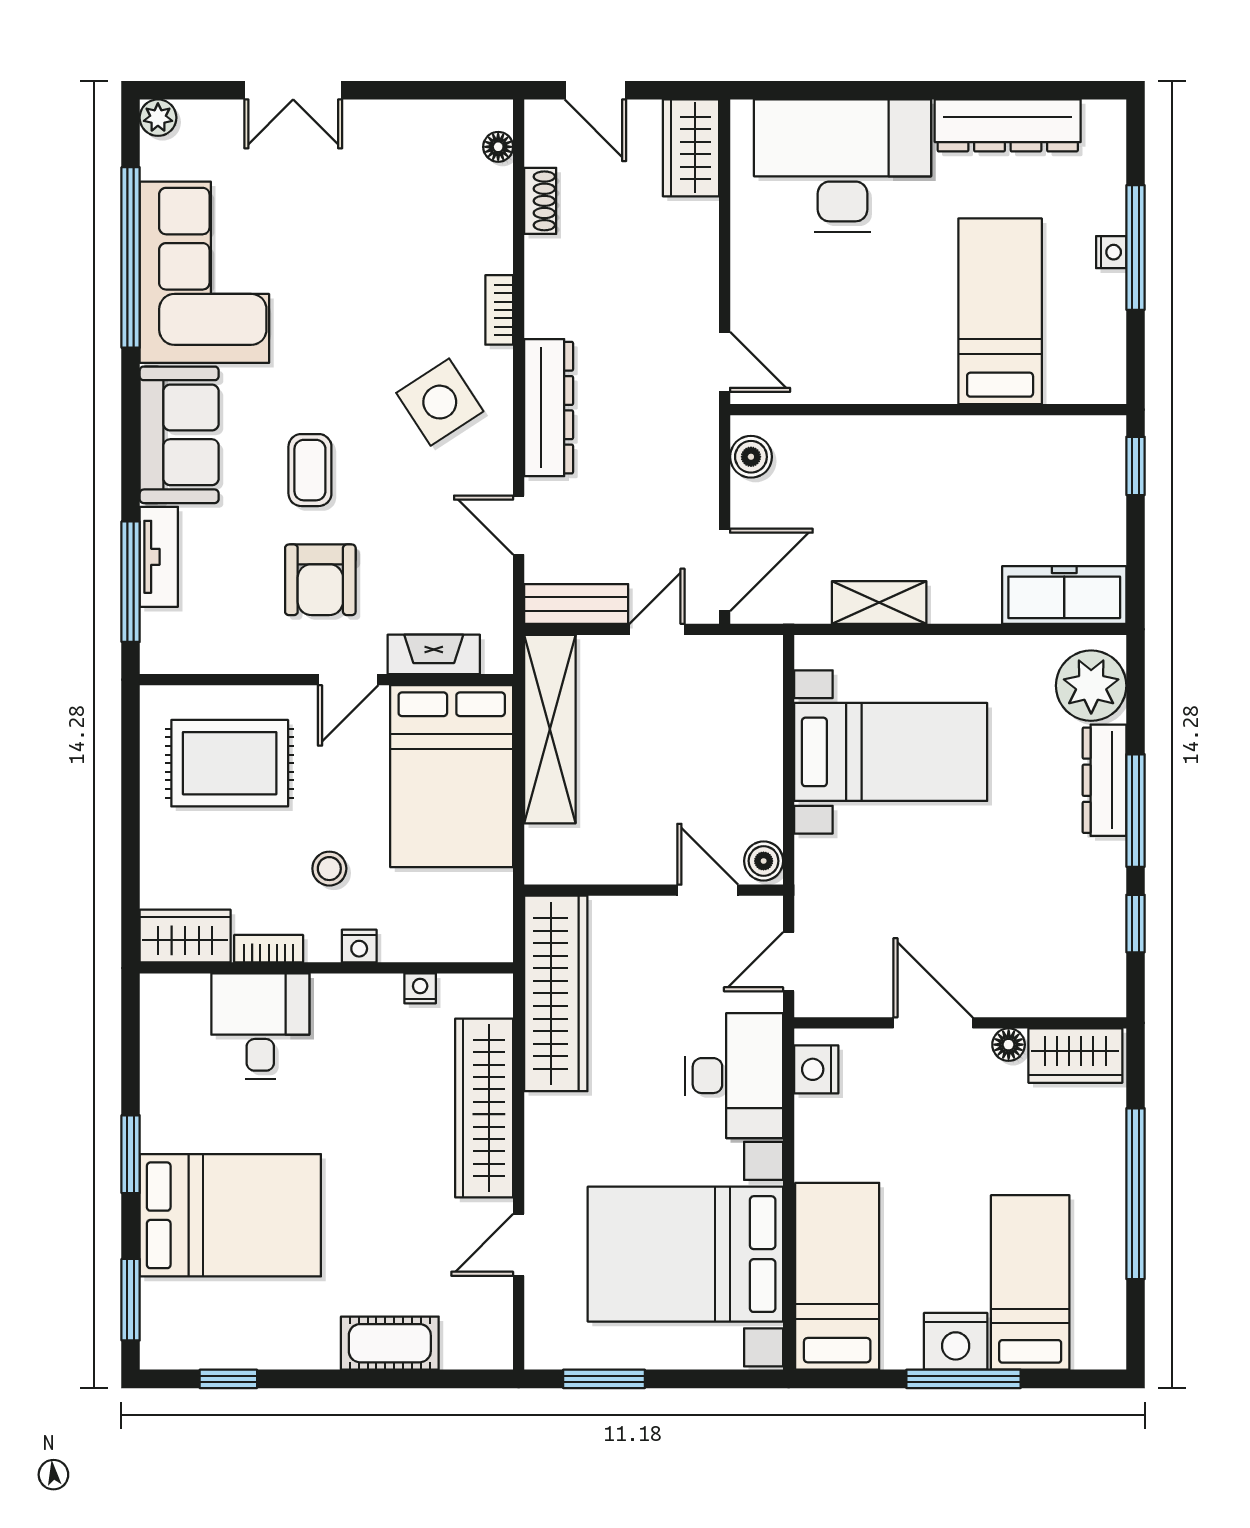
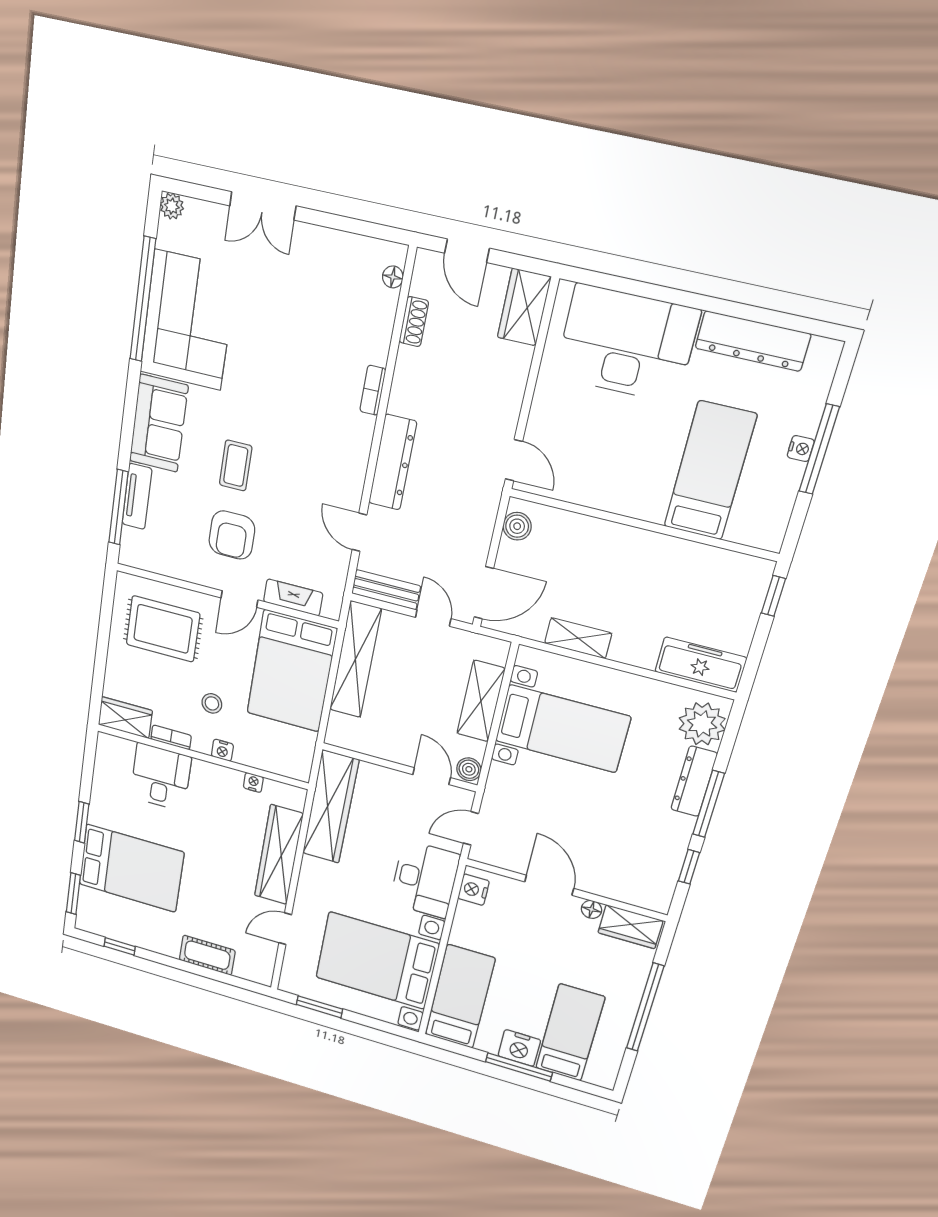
side table: (440, 402) -> (324, 442), removed
door: (657, 629) -> (433, 618), hinge flipped
shelving: (758, 742) -> (481, 701), added

